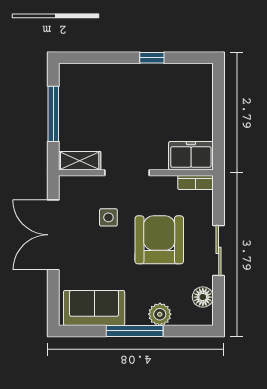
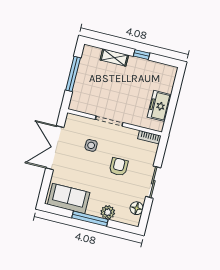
freezer: (191, 156) -> (159, 106), moved, turned -90
shelving: (80, 161) -> (114, 57), moved
armchair: (159, 240) -> (119, 167), width x0.53, depth x0.53

